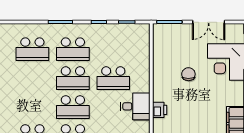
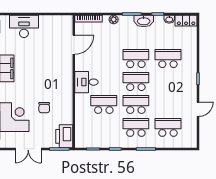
double door: (209, 22) -> (28, 149), swing flipped
printer: (160, 110) -> (64, 136), moved, width x1.87, depth x1.48

